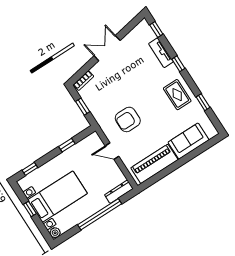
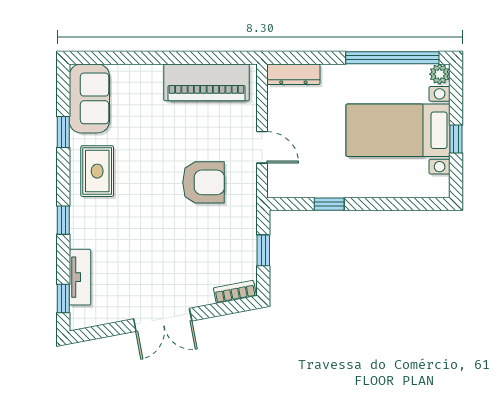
tv unit: (161, 53) -> (80, 277), moved
sofa: (189, 141) -> (89, 98), moved, turned -90
window: (30, 169) -> (414, 204), removed
window: (100, 214) -> (392, 58), moved

